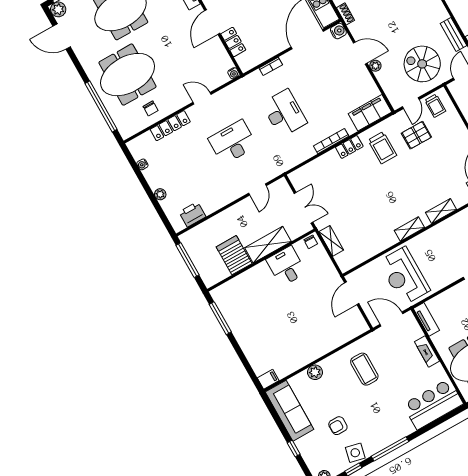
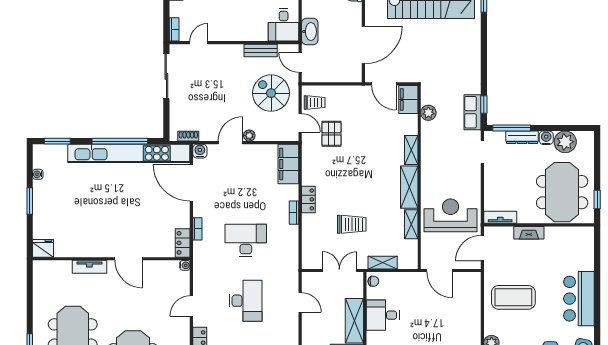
locker: (233, 42) -> (183, 243), moved, turned -90
spiral stairs: (422, 64) -> (271, 93), turned 90
bookcase: (331, 141) -> (294, 213), width x0.64
desk: (233, 142) -> (246, 301), turned 180
trolley: (382, 148) -> (352, 224), moved
shelving: (409, 229) -> (409, 187), width x1.50, depth x1.33
shelving: (378, 247) -> (411, 224), added
reception desk: (404, 276) -> (450, 215), turned 180
coffee table: (364, 369) -> (513, 297), width x1.36, depth x1.32
bar counter: (433, 404) -> (579, 299), moved
window: (390, 449) -> (597, 314), removed

